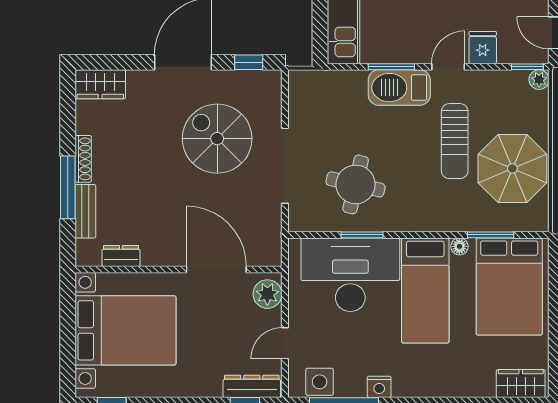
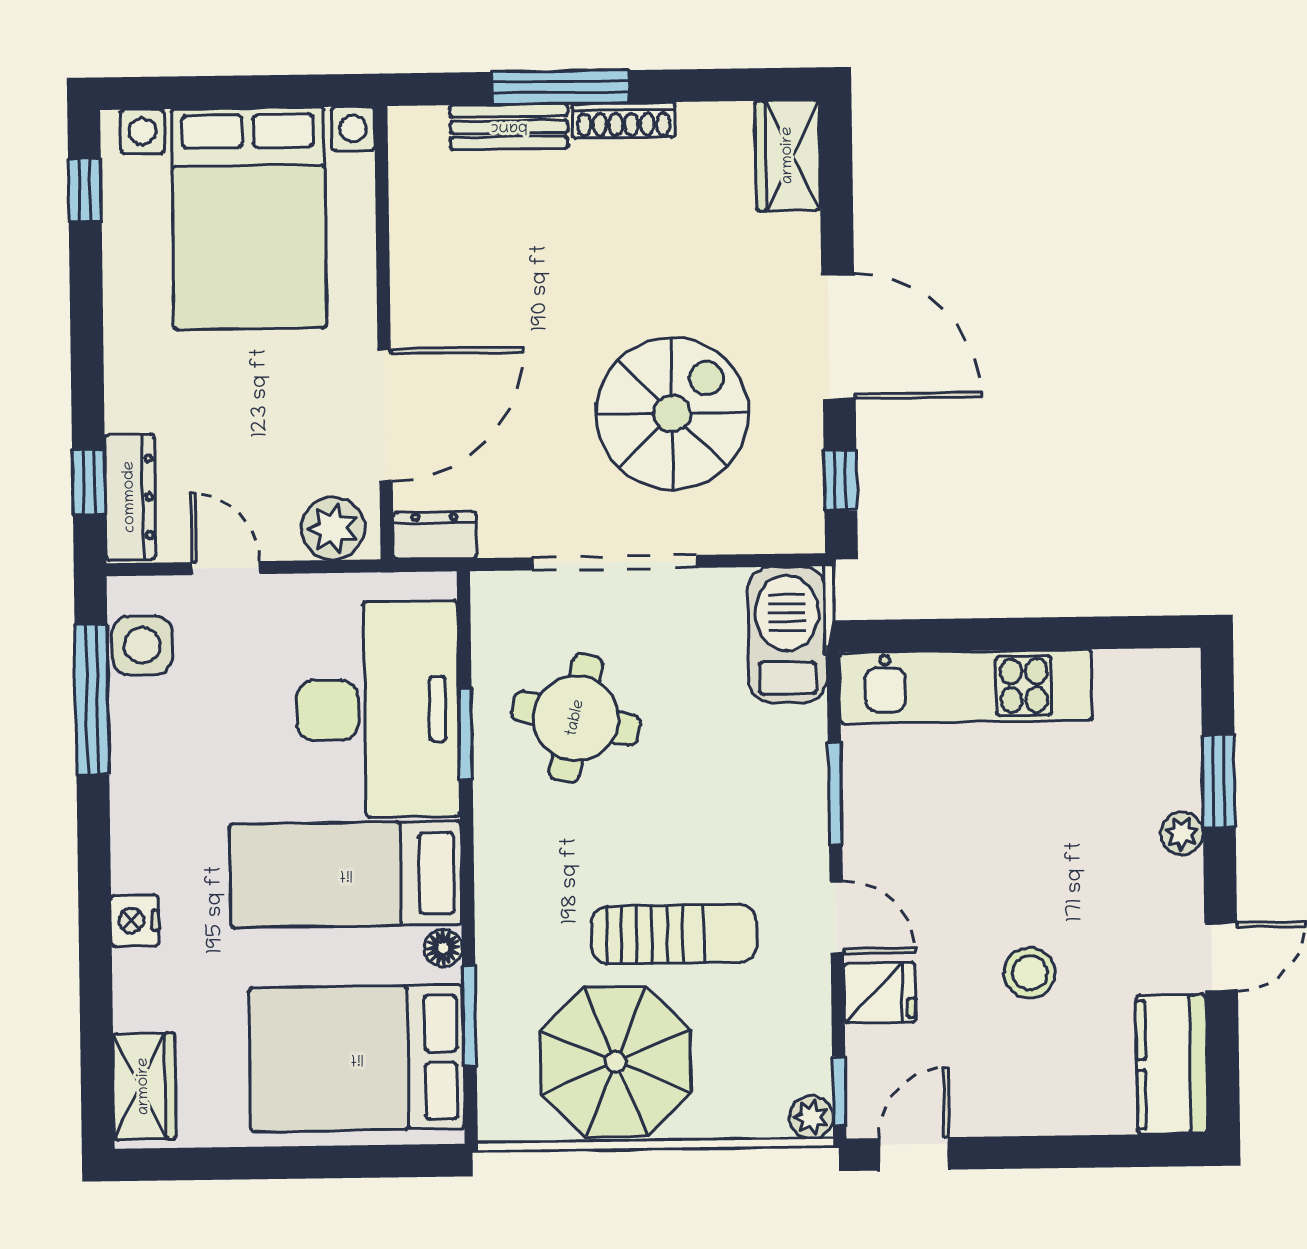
barbecue: (399, 88) -> (787, 635), moved
sun lounger: (455, 141) -> (674, 934), turned 180
dresser: (121, 256) -> (435, 535), moved, turned -90
nightstand: (379, 387) -> (135, 920), moved

